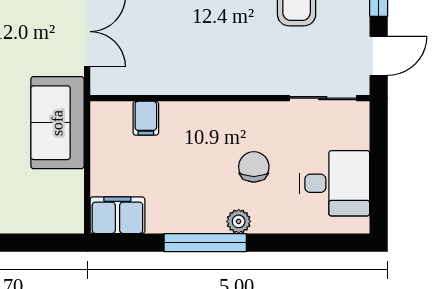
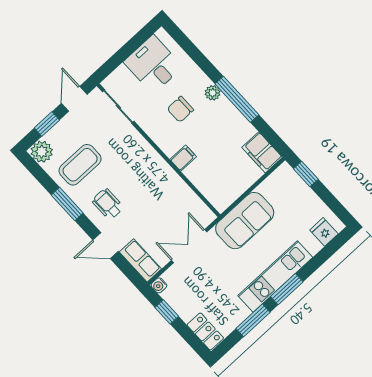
door: (379, 56) -> (74, 99), hinge flipped
filing cabinet: (146, 118) -> (183, 158), moved
window: (46, 243) -> (306, 174), added

